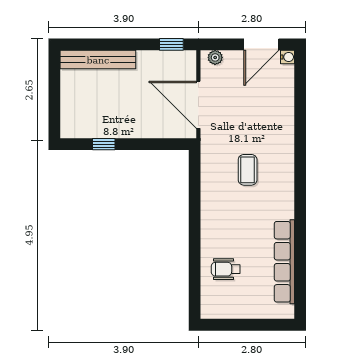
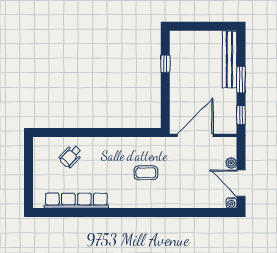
window: (125, 44) -> (241, 80), added
plant: (215, 57) -> (231, 163), moved
wheelchair: (226, 269) -> (71, 156), turned -137

